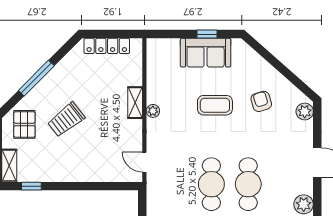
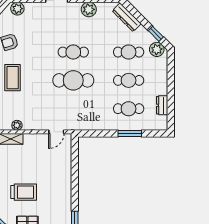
trolley: (66, 120) -> (24, 192), turned -52
cafe table: (248, 184) -> (73, 52), width x0.73, depth x0.74

